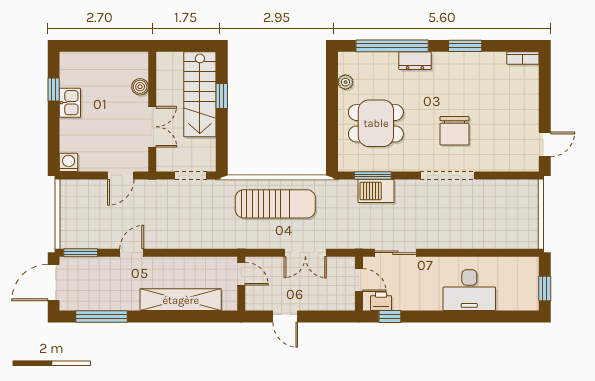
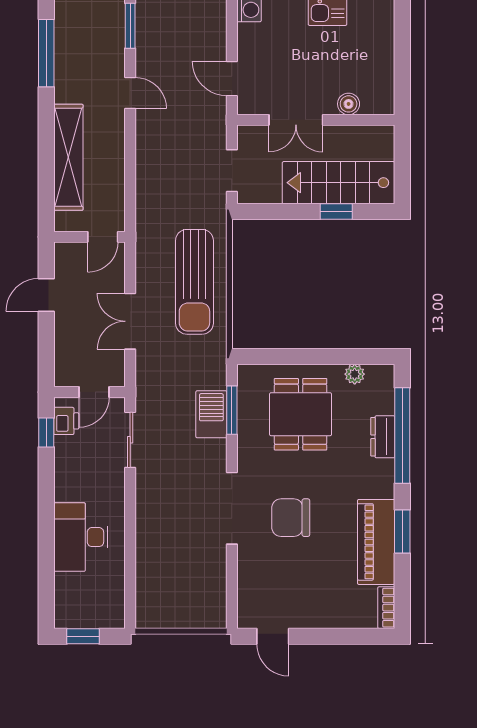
dresser: (415, 61) -> (383, 437), moved
piano: (473, 66) -> (376, 542), added

